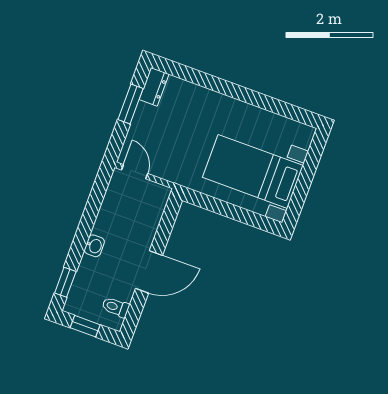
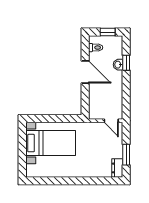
washbasin: (94, 246) -> (118, 65), moved
door: (149, 272) -> (85, 72), swing flipped
window: (65, 282) -> (126, 63), moved

